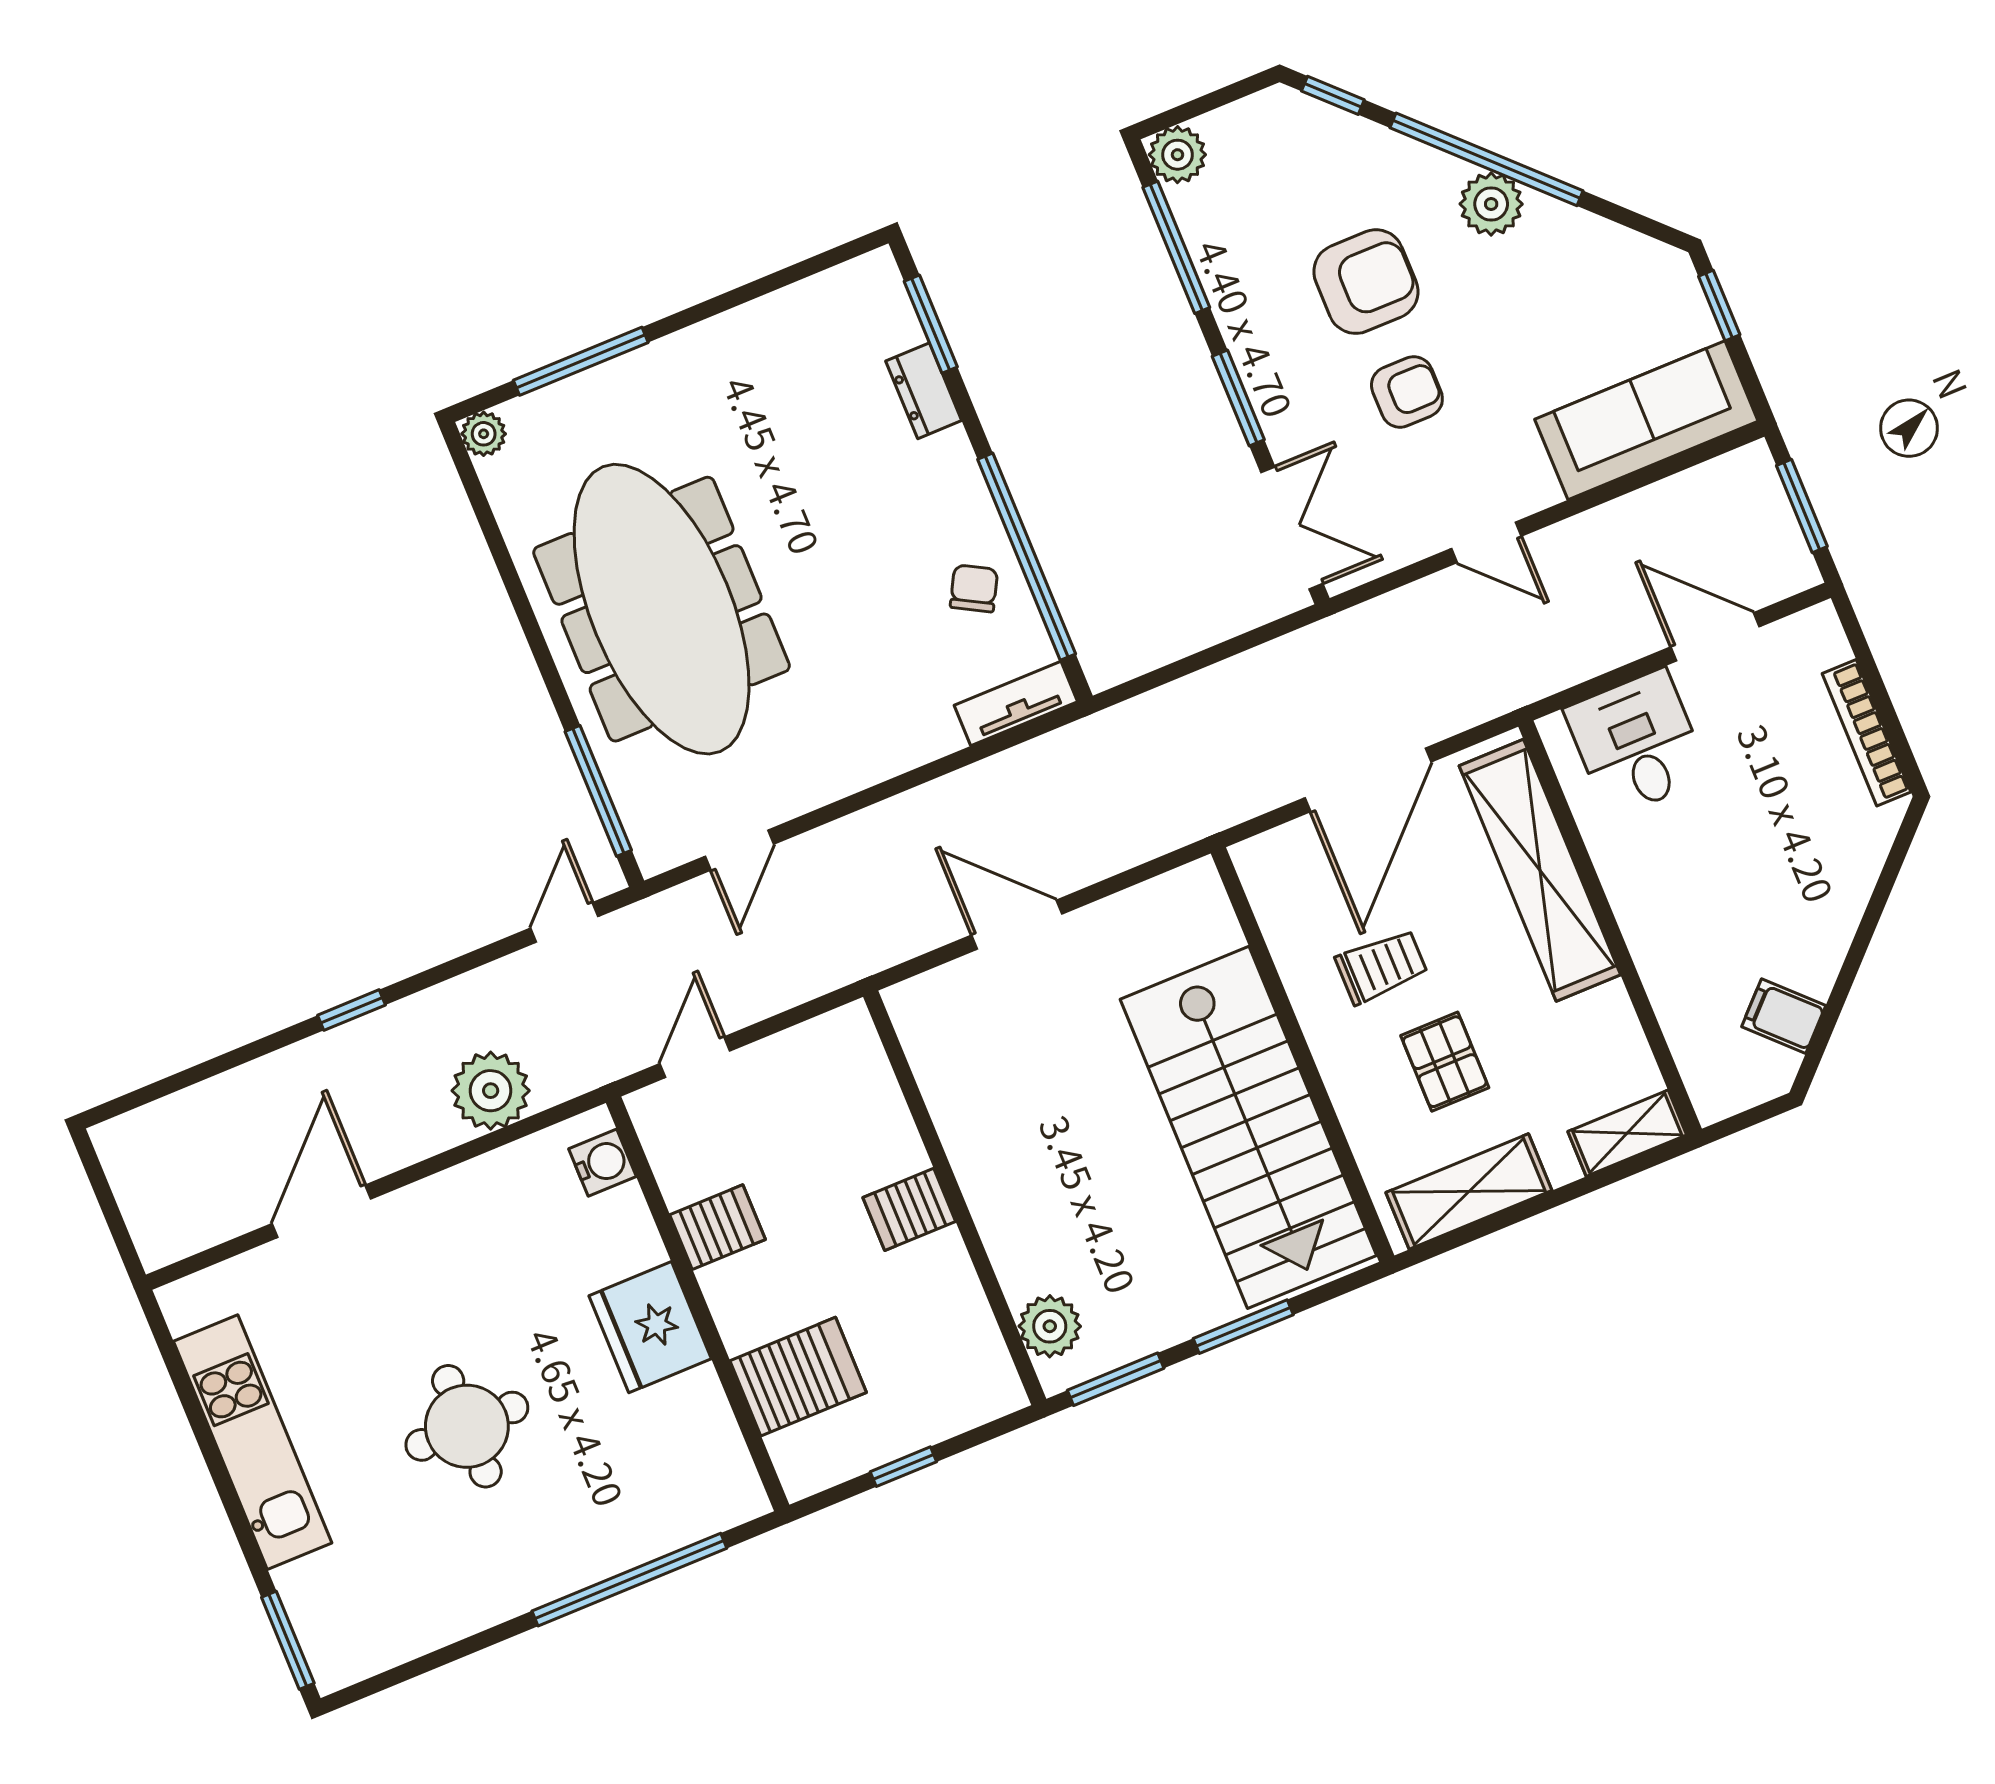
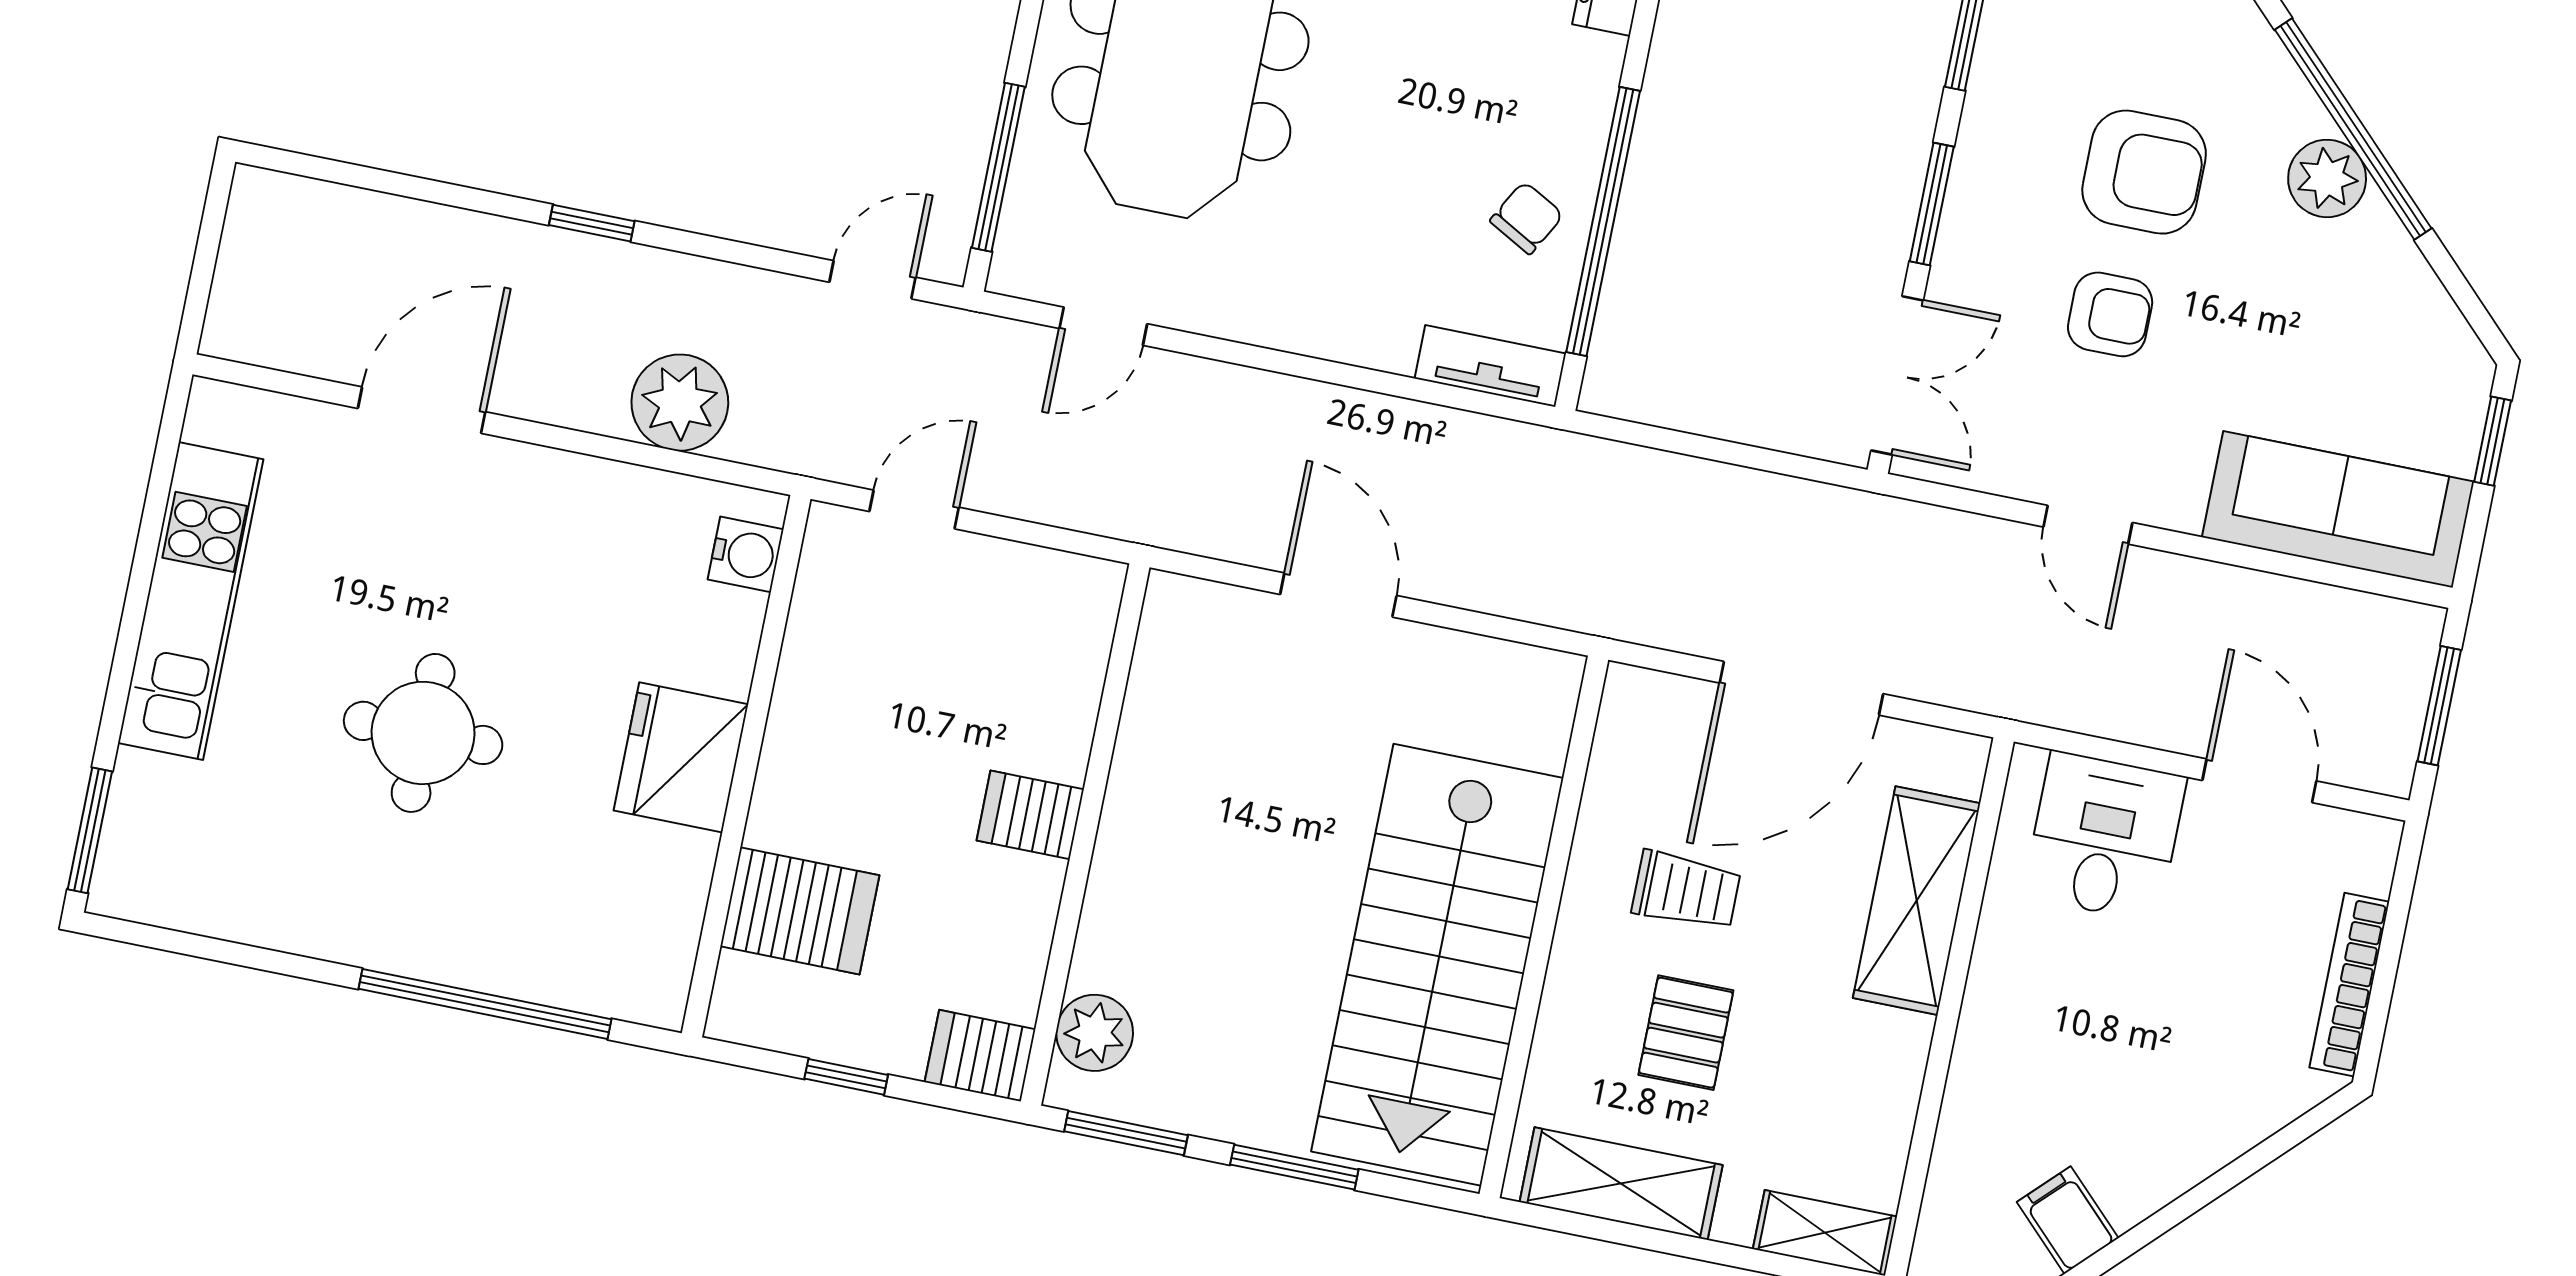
shelving: (1540, 870) -> (1917, 901), width x0.68
server rack: (718, 1227) -> (980, 1056), moved, turned 180

